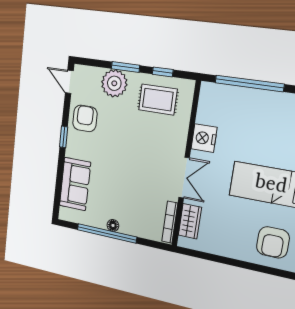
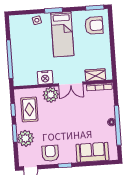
armchair: (85, 118) -> (50, 153), turned 90
plant: (174, 141) -> (51, 95), added
double door: (184, 178) -> (71, 84), swing flipped

